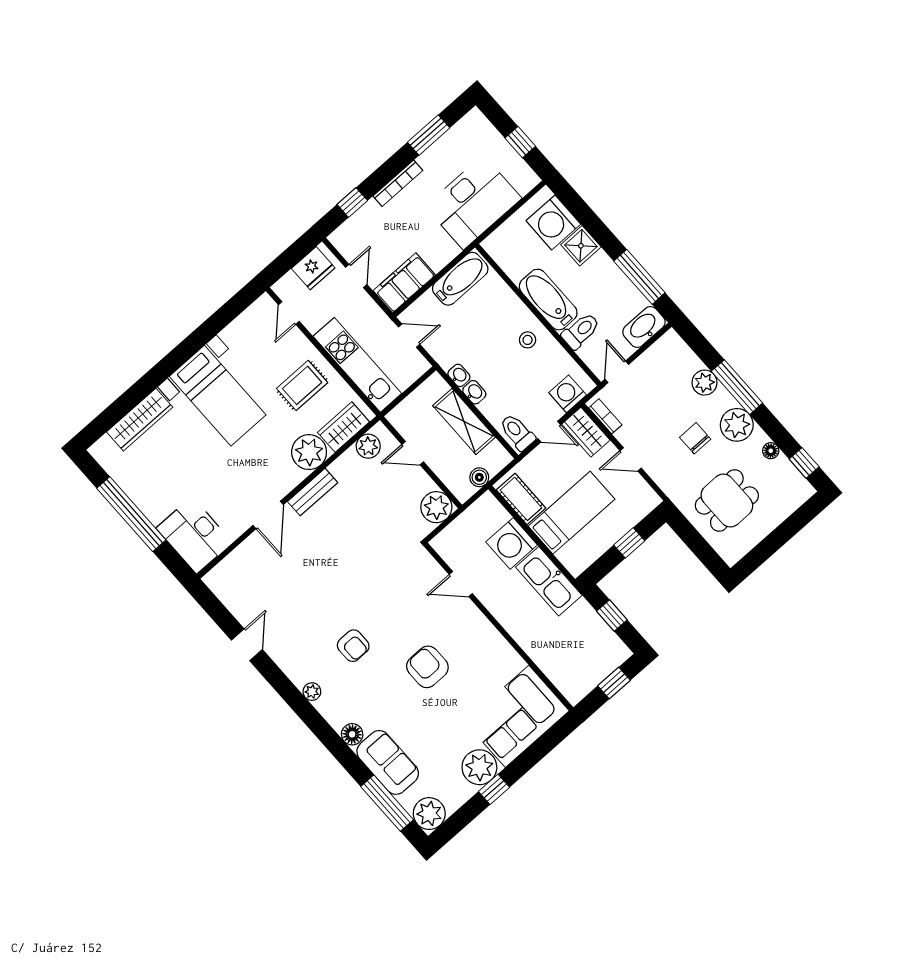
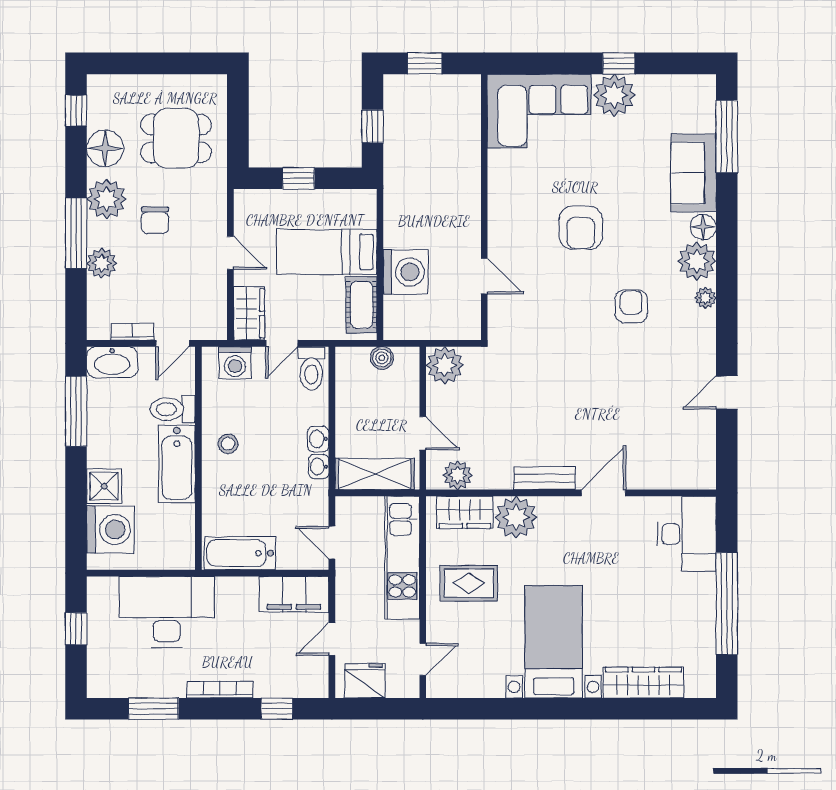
bookcase: (605, 416) -> (132, 332), moved, turned 90
shelving: (464, 421) -> (375, 474), moved, turned 90
door: (549, 432) -> (282, 343), swing flipped
floor lamp: (771, 451) -> (105, 148), width x1.89, depth x1.89
kitchen sink: (549, 581) -> (402, 208), removed
plant: (429, 814) -> (697, 261), moved

